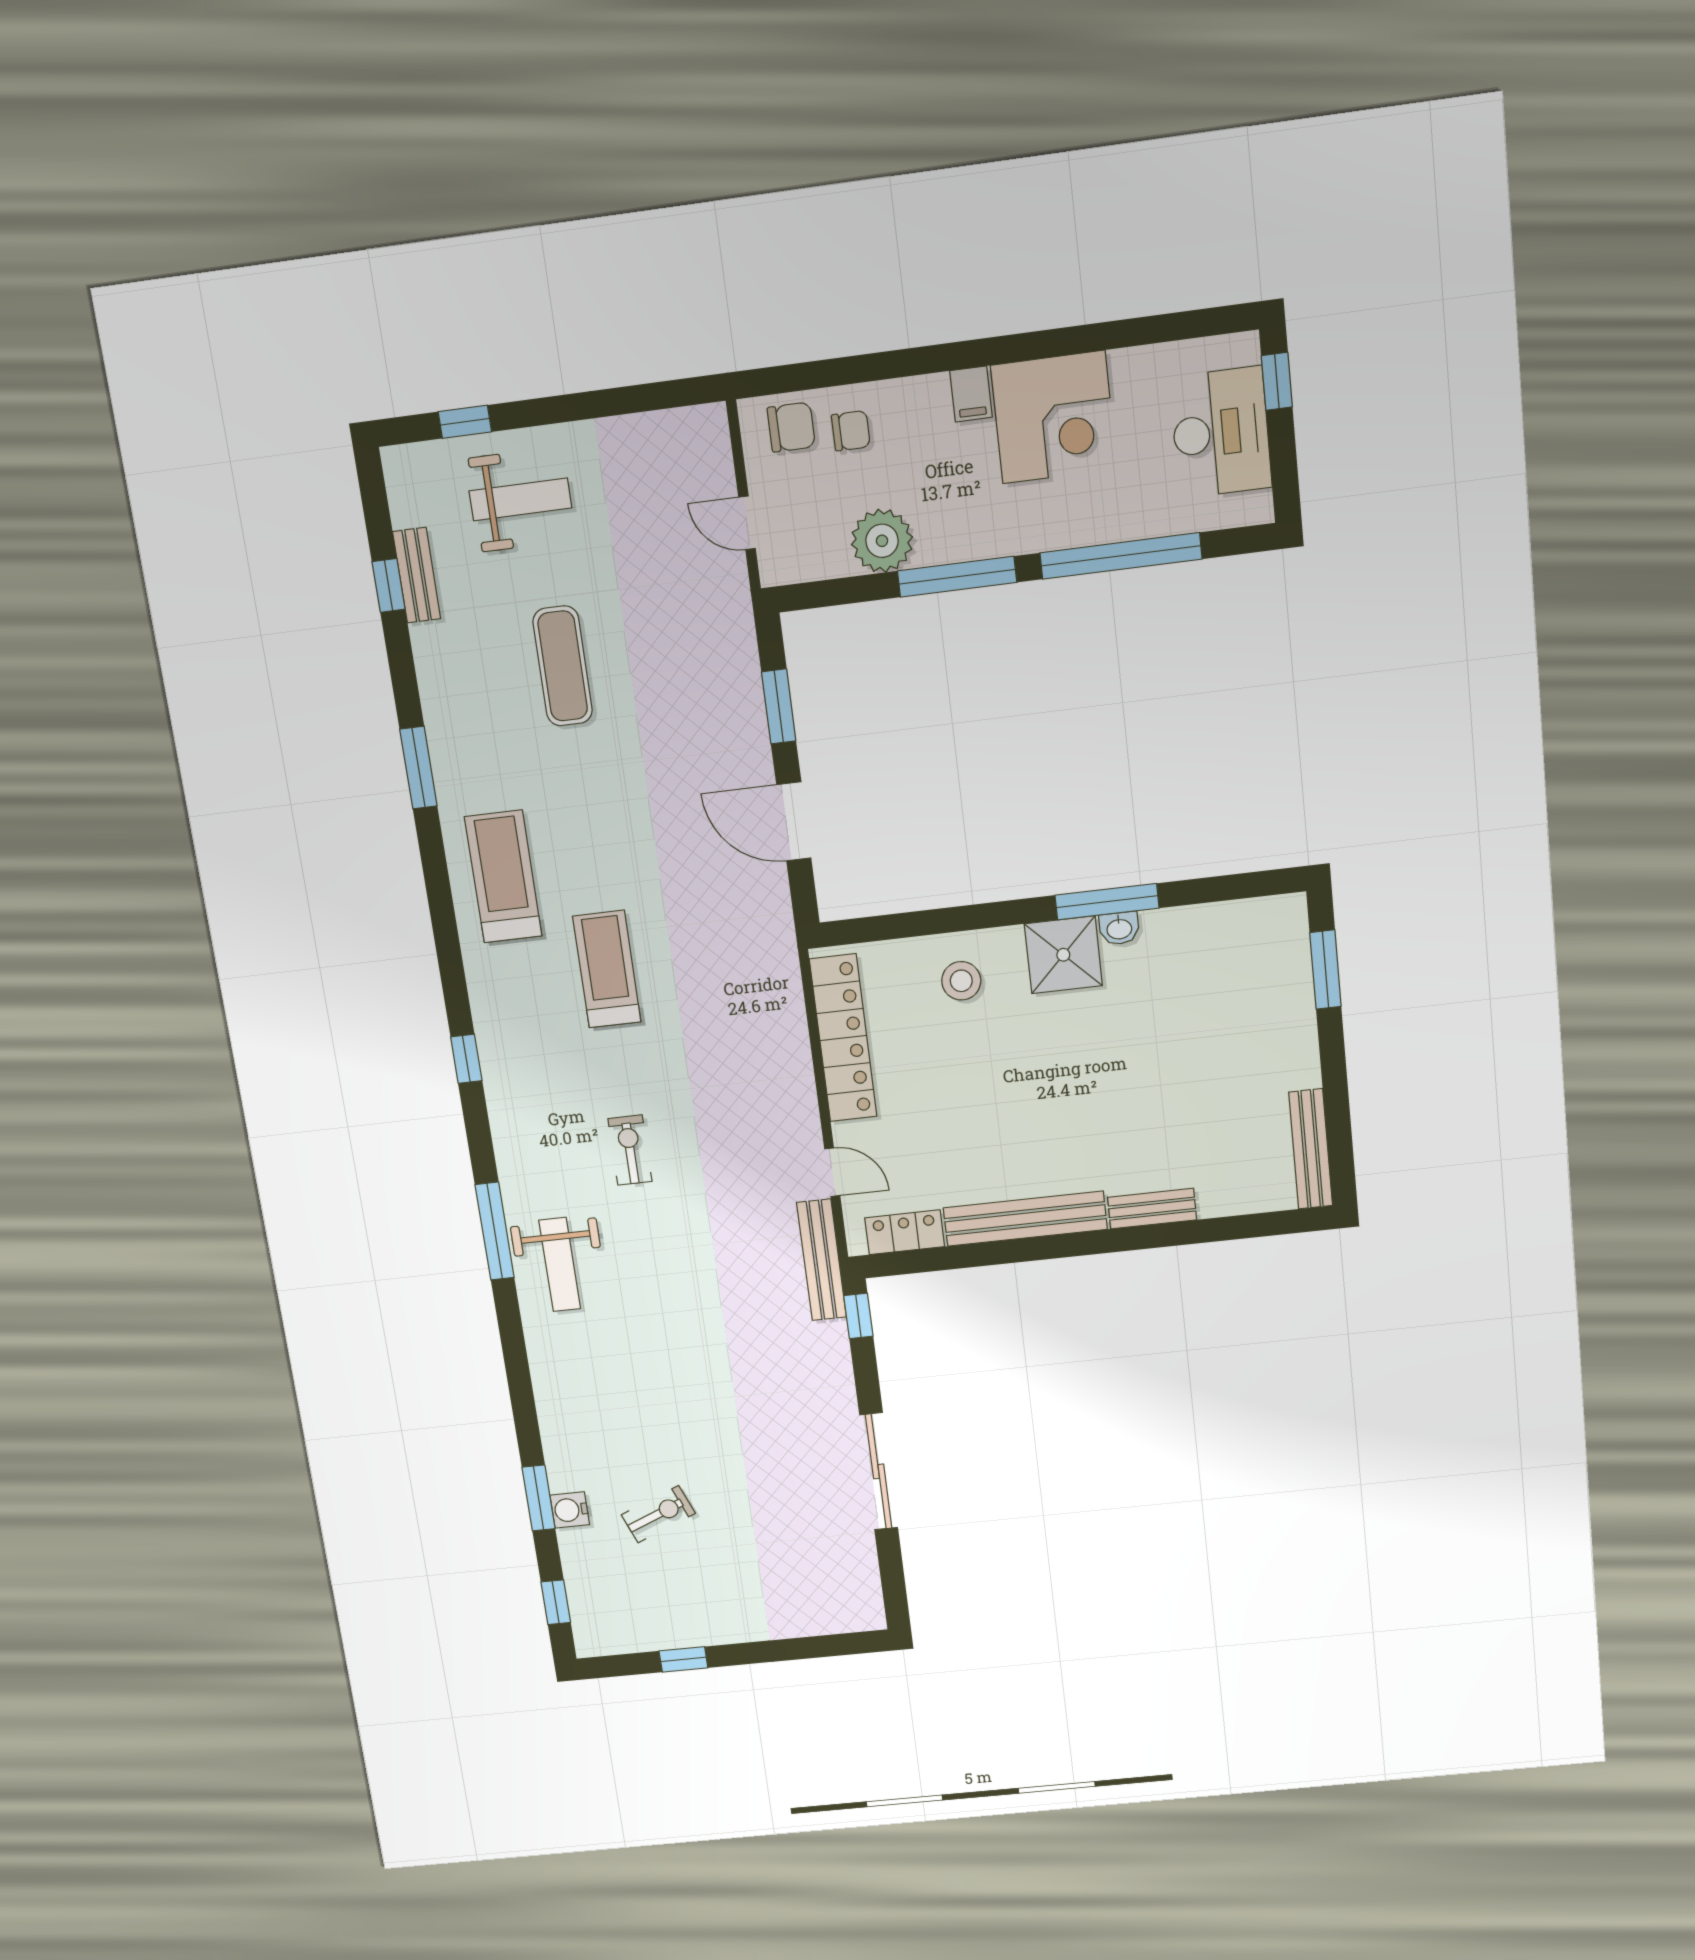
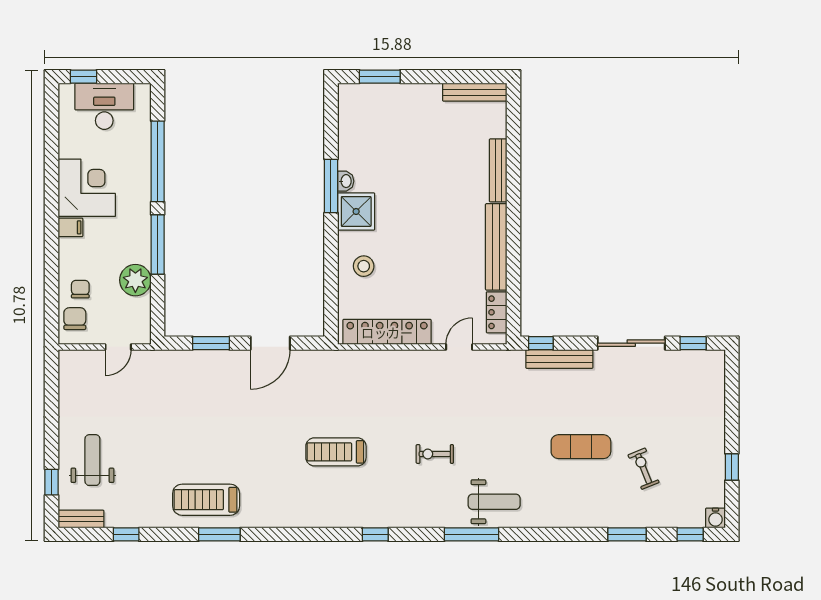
bench: (417, 575) -> (81, 519), moved
exercise mat: (563, 666) -> (581, 447), moved
treadmill: (503, 877) -> (206, 500), moved
bench: (1152, 1209) -> (498, 170), width x1.36
bench: (822, 1260) -> (559, 359), moved
water cooler: (570, 1510) -> (715, 518), moved
window: (892, 1575) -> (693, 343), added

